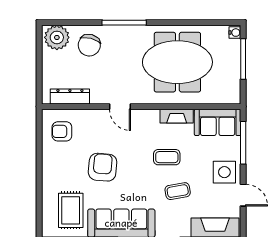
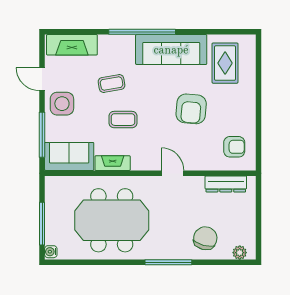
plant: (57, 37) -> (240, 253), width x0.53, depth x0.53

